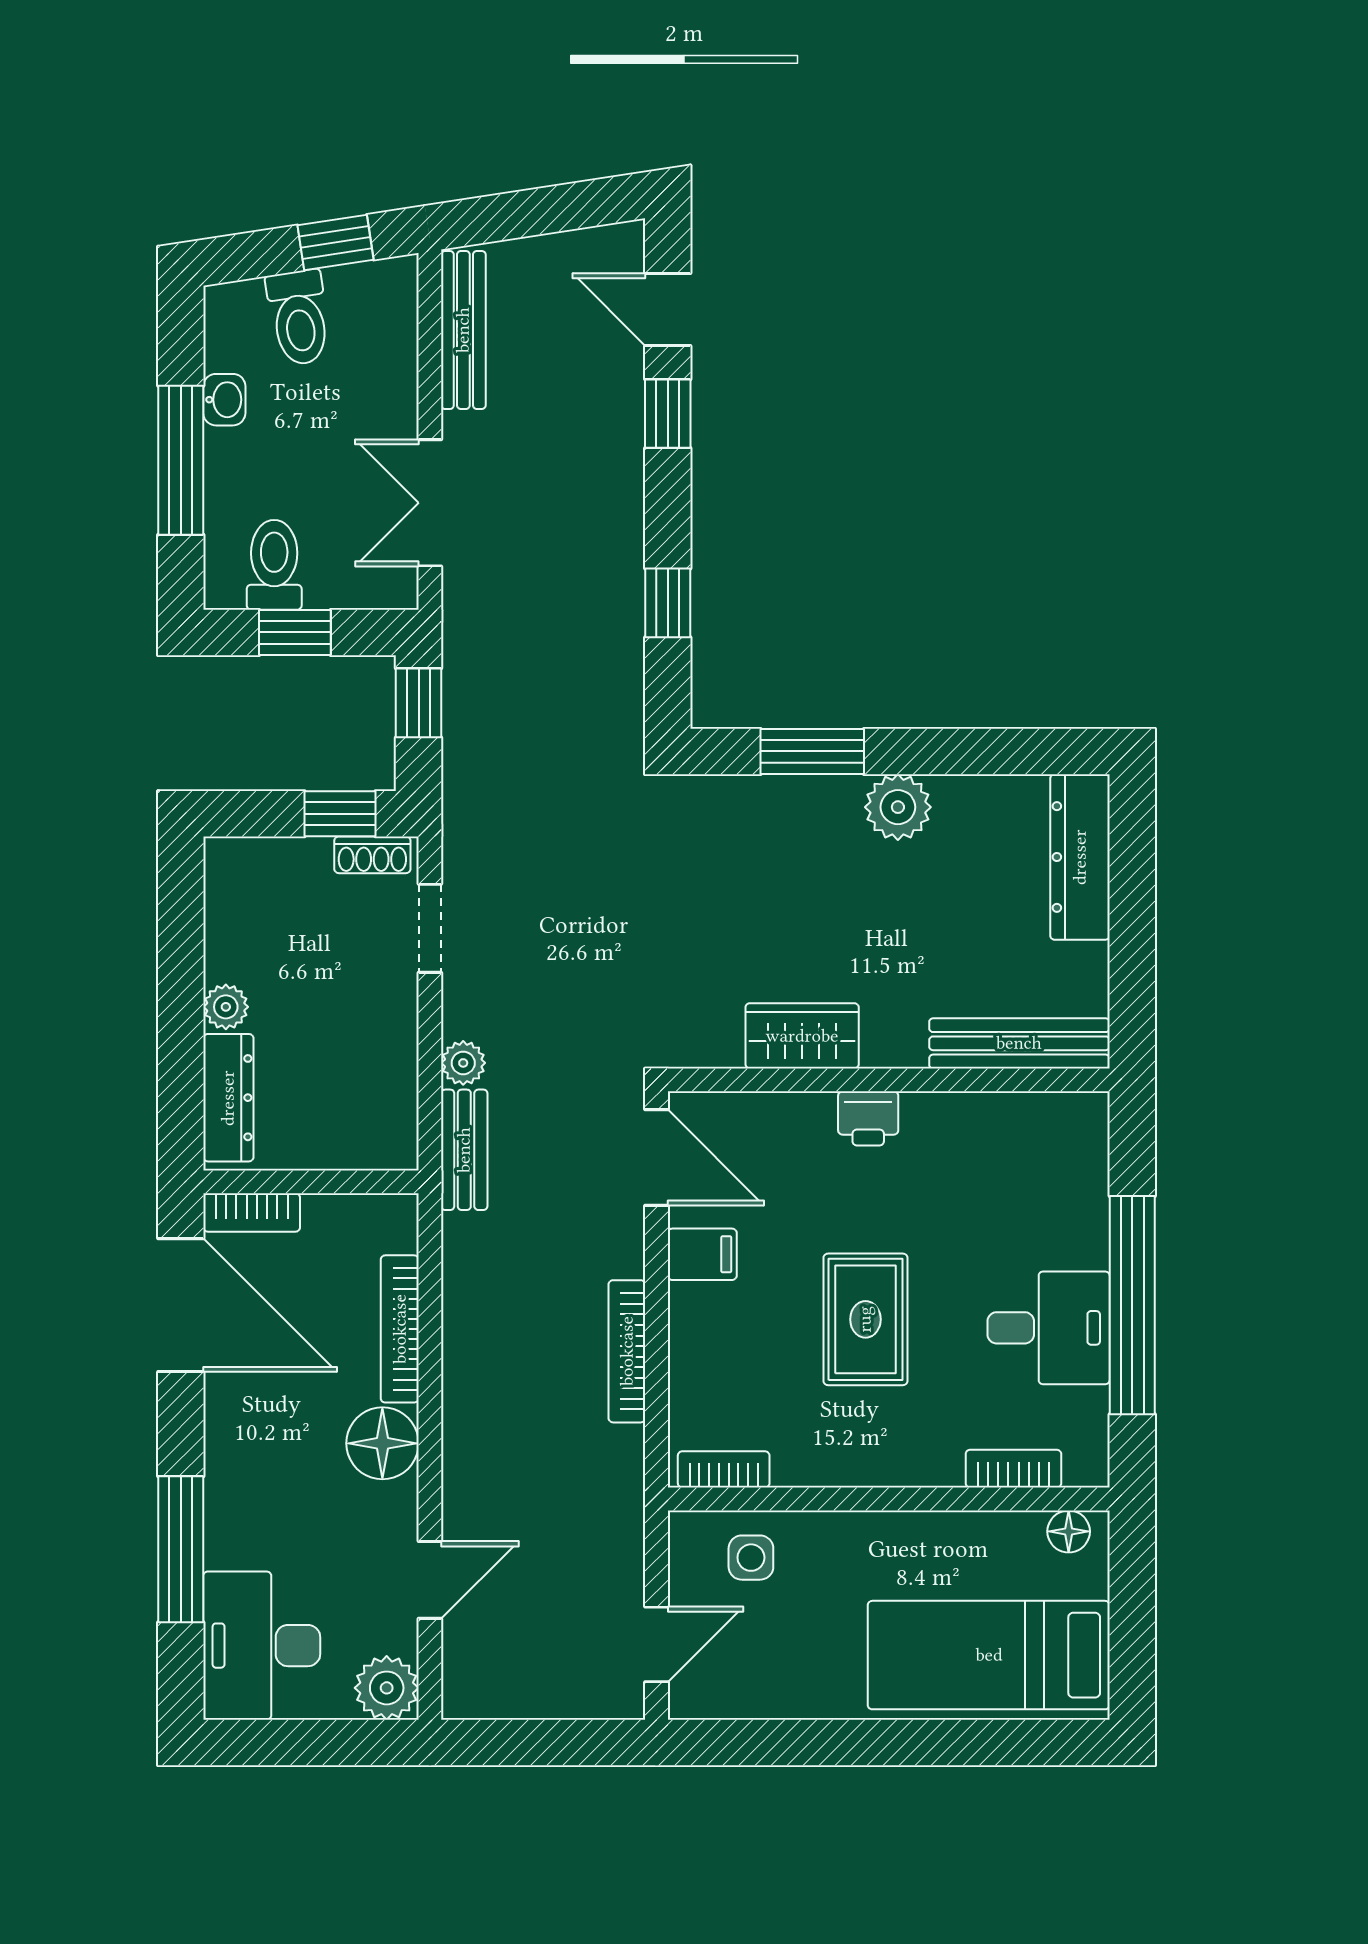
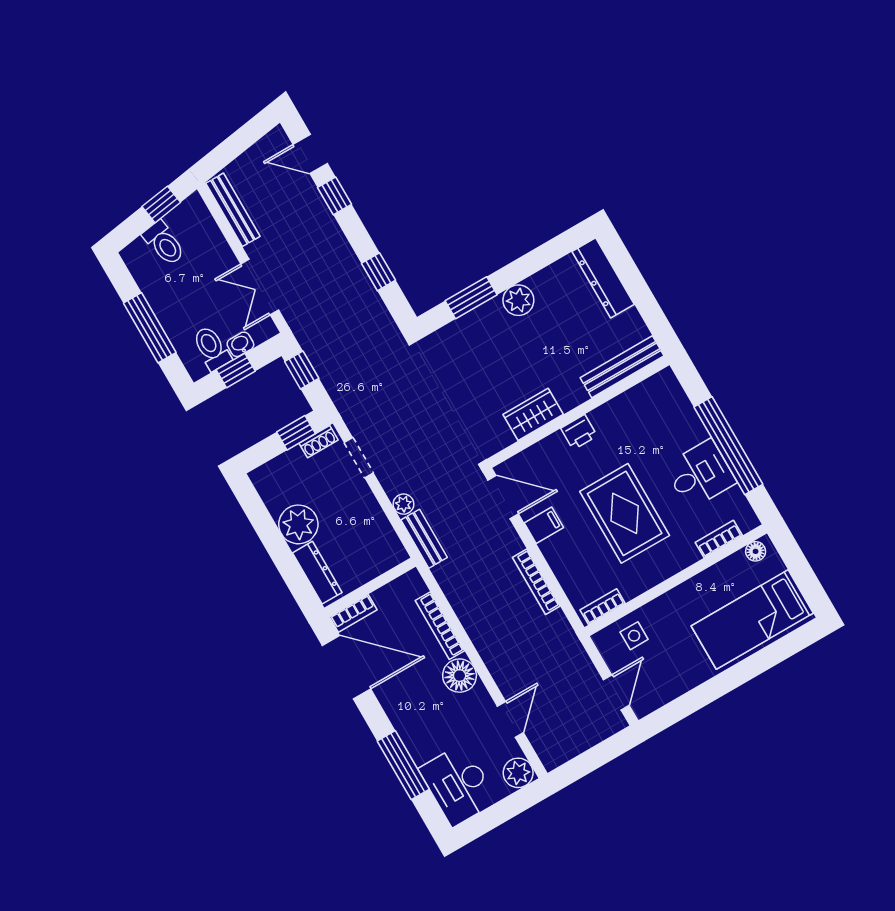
washbasin: (224, 400) -> (240, 344), moved, turned -90
plant: (226, 1007) -> (298, 524), width x1.88, depth x1.88
rug: (865, 1319) -> (625, 513), width x1.36, depth x1.43

